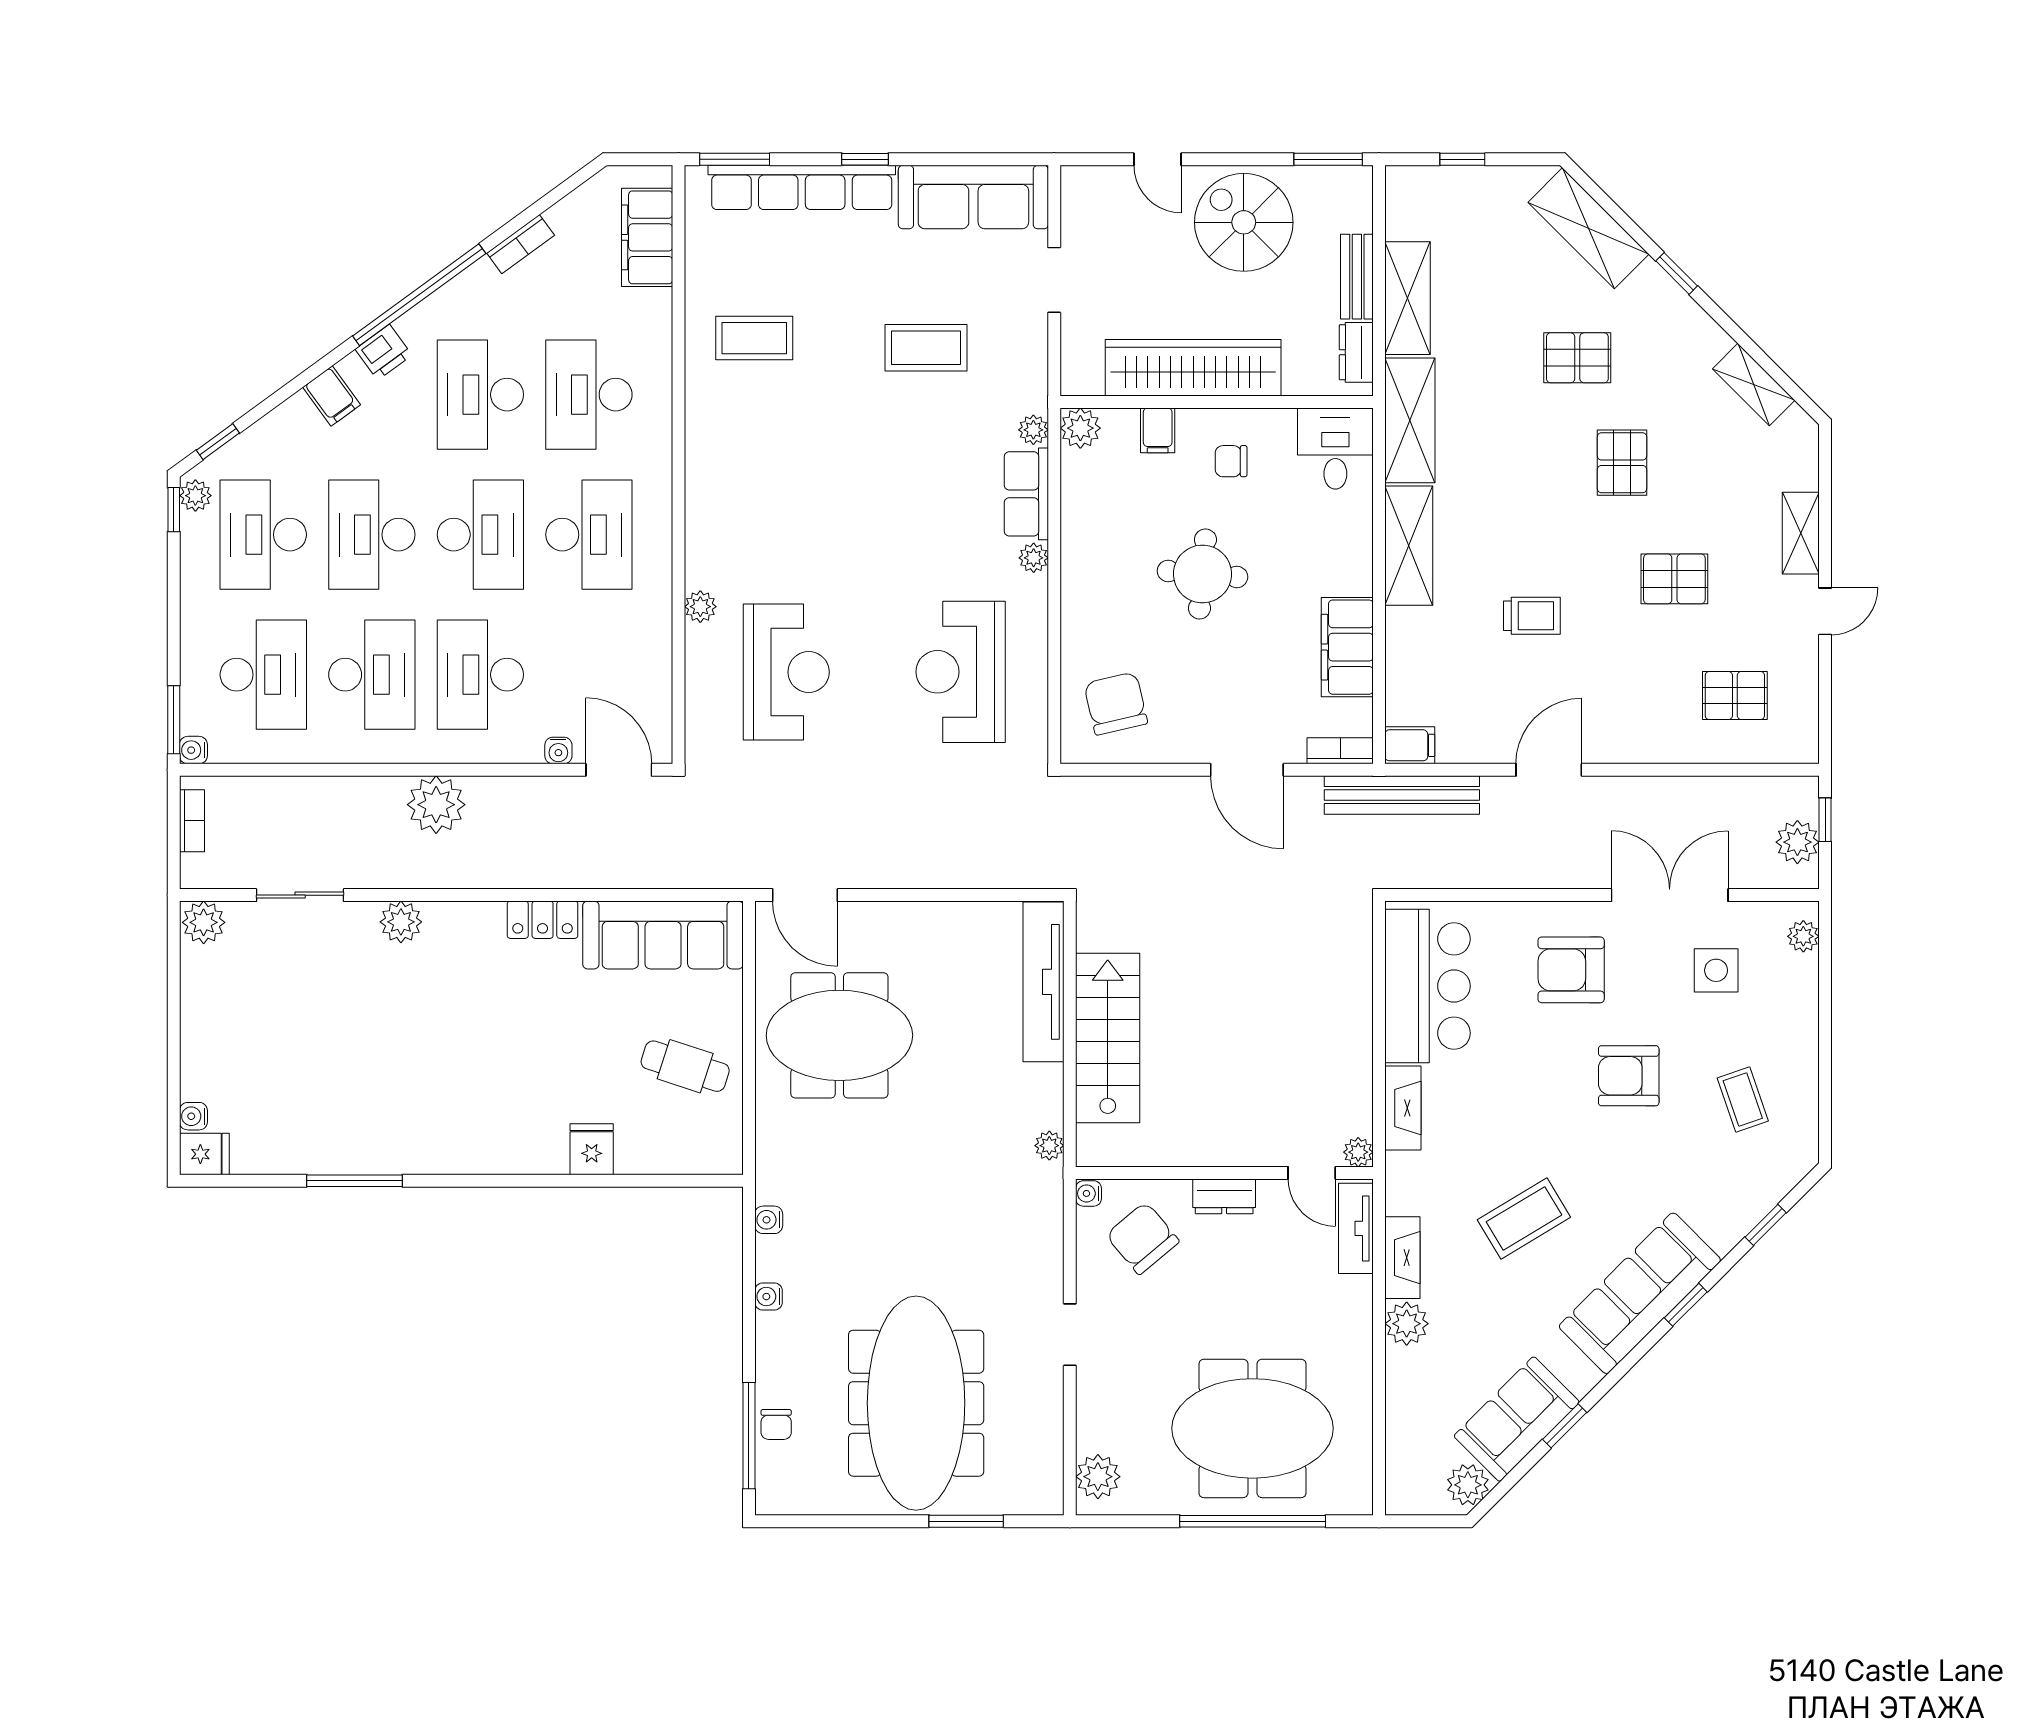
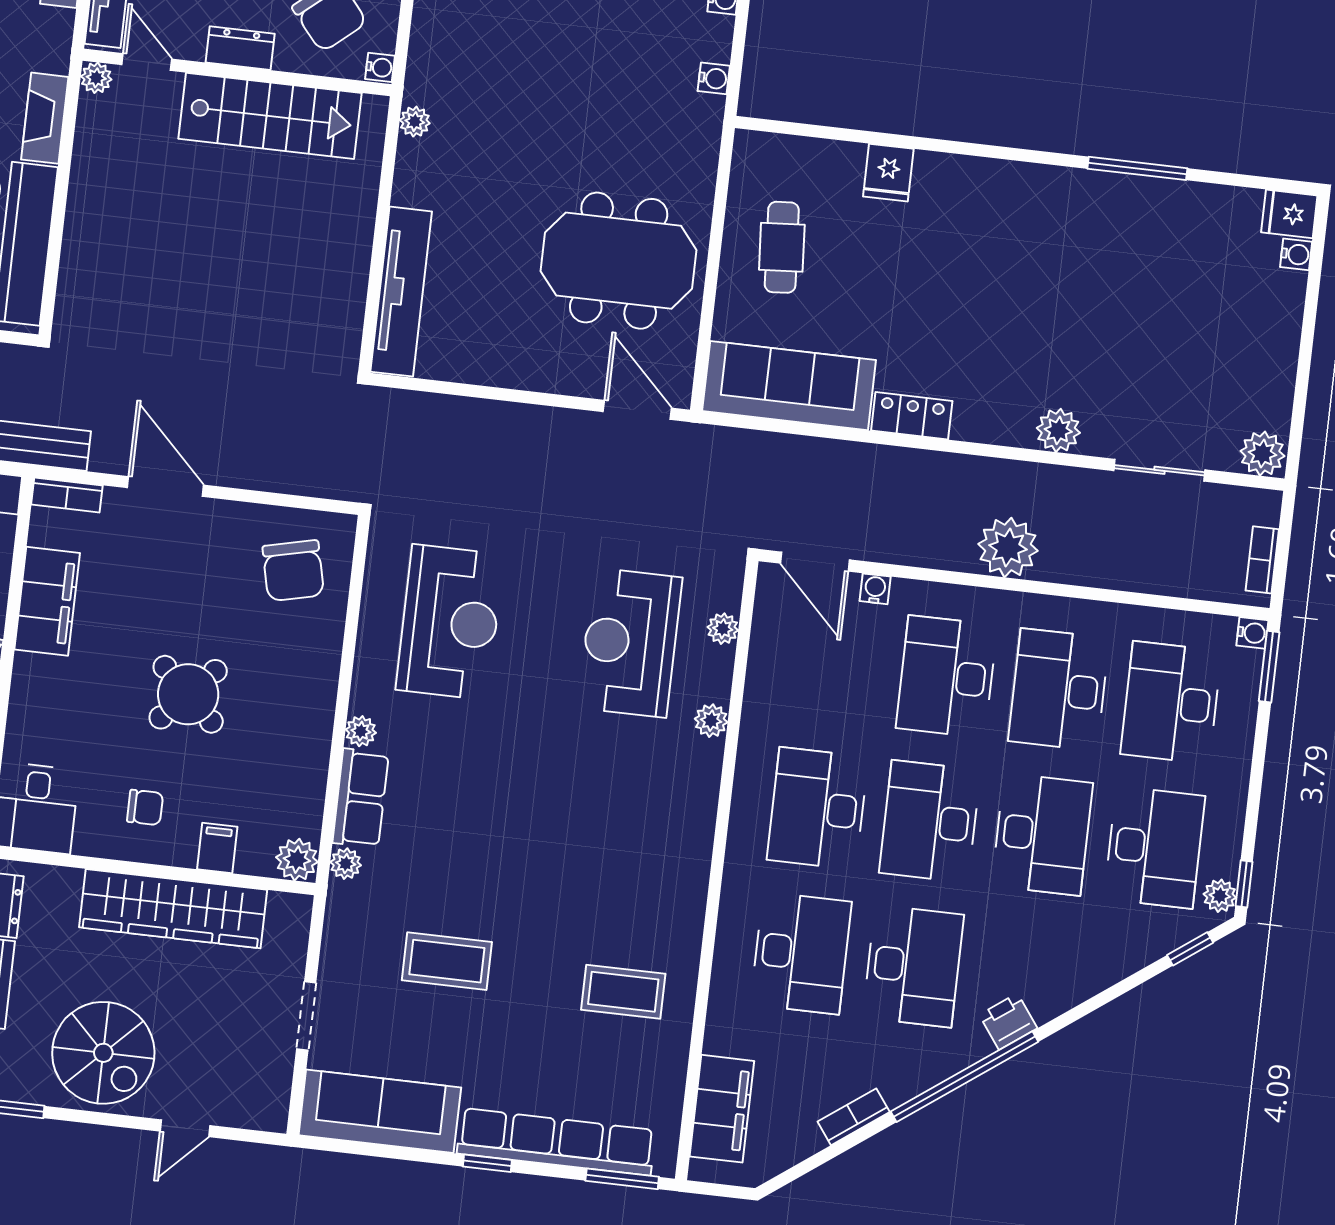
door: (1157, 159) -> (185, 1128), swing flipped
filing cabinet: (332, 396) -> (1067, 982), removed
round table: (1202, 574) -> (188, 694), turned 38
desk: (480, 675) -> (947, 677), turned 180
plant: (699, 696) -> (723, 629), added
stairs: (1108, 1038) -> (270, 116), moved, turned -90
cafe table: (685, 1066) -> (782, 247), turned 68

